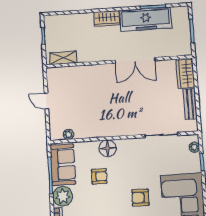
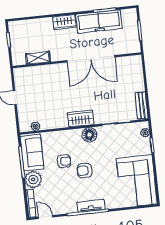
shelving: (63, 58) -> (38, 58), moved
double door: (135, 60) -> (91, 59), width x1.36
wardrobe: (185, 74) -> (81, 119), moved, turned 90
bench: (190, 104) -> (142, 106), moved
floor lamp: (108, 148) -> (89, 135), moved
armchair: (140, 198) -> (85, 171), moved

